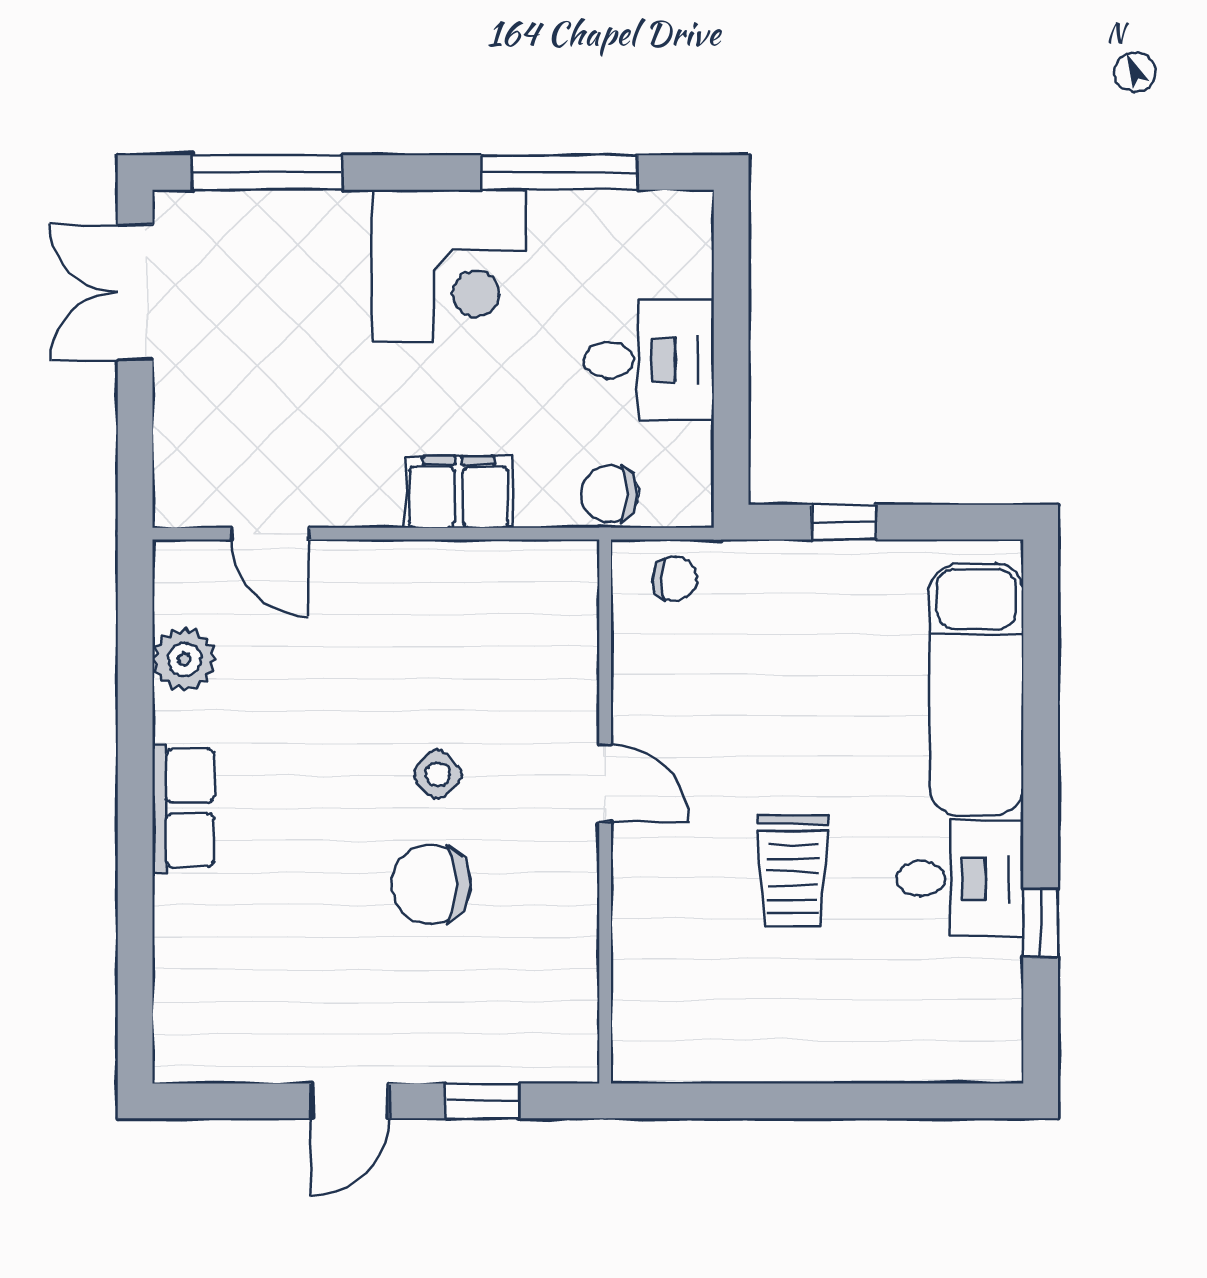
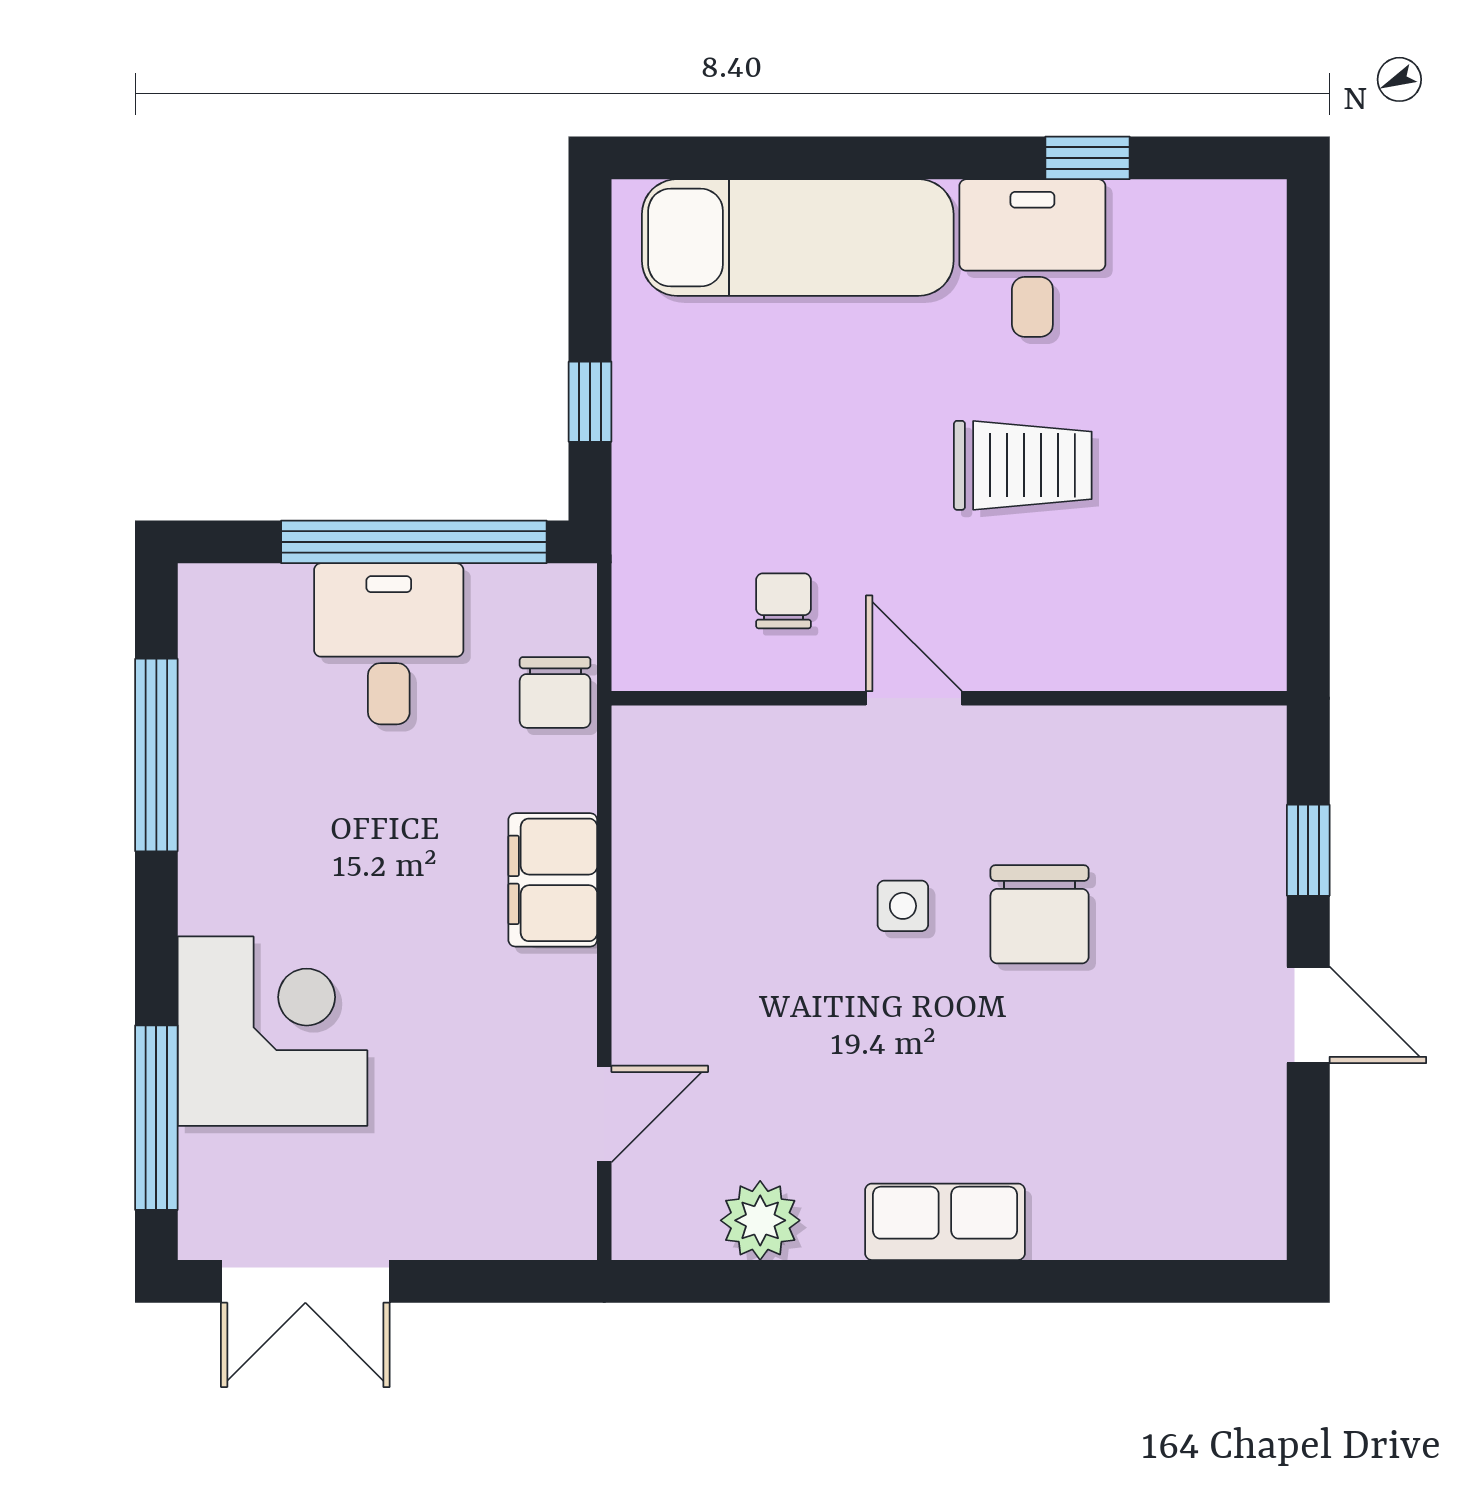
corner desk: (449, 266) -> (272, 1031), moved
window: (731, 380) -> (414, 542), added
chair: (675, 579) -> (783, 601), moved
side table: (438, 774) -> (903, 906), turned 45
door: (605, 783) -> (914, 698), hinge flipped

